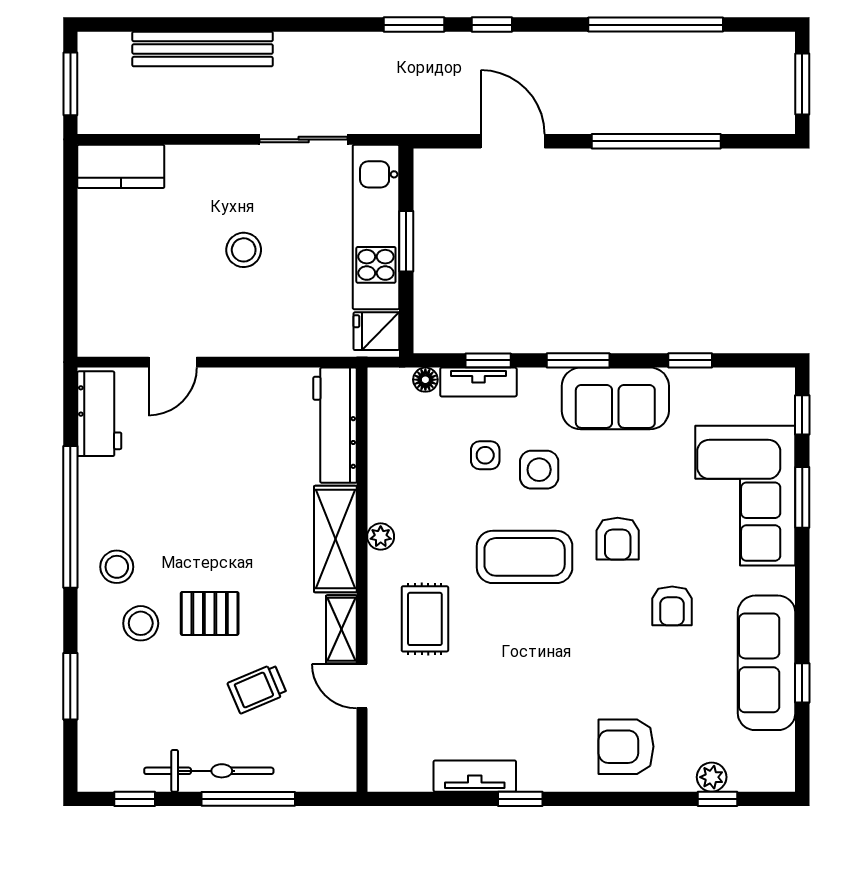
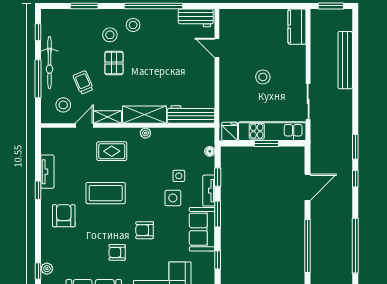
tv unit: (478, 382) -> (209, 191), moved
coffee table: (525, 557) -> (106, 193), moved, turned 90
stool: (312, 737) -> (63, 105), added
armchair: (626, 747) -> (64, 216), moved

